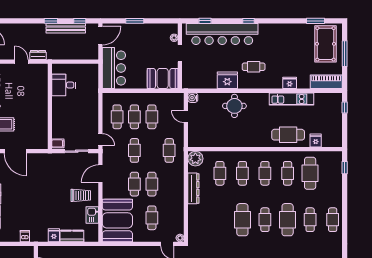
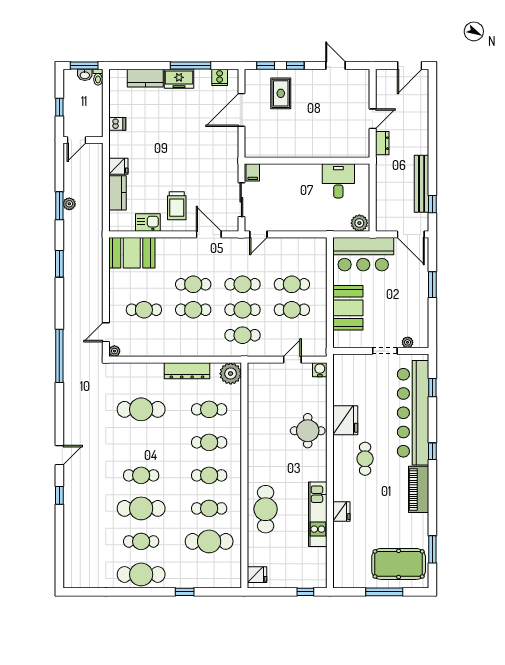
window: (51, 21) -> (432, 162), removed
plant: (93, 71) -> (359, 223), added
booth: (163, 79) -> (348, 308), moved
piano: (326, 82) -> (419, 489), moved, turned 180
cafe table: (117, 117) -> (243, 310), moved
fridge: (316, 141) -> (257, 575), moved
window: (345, 168) -> (185, 592), moved
booth: (117, 220) -> (132, 253), width x0.73, depth x0.70
cafe table: (242, 220) -> (141, 409), moved
cafe table: (333, 220) -> (141, 574), width x1.37, depth x1.35

